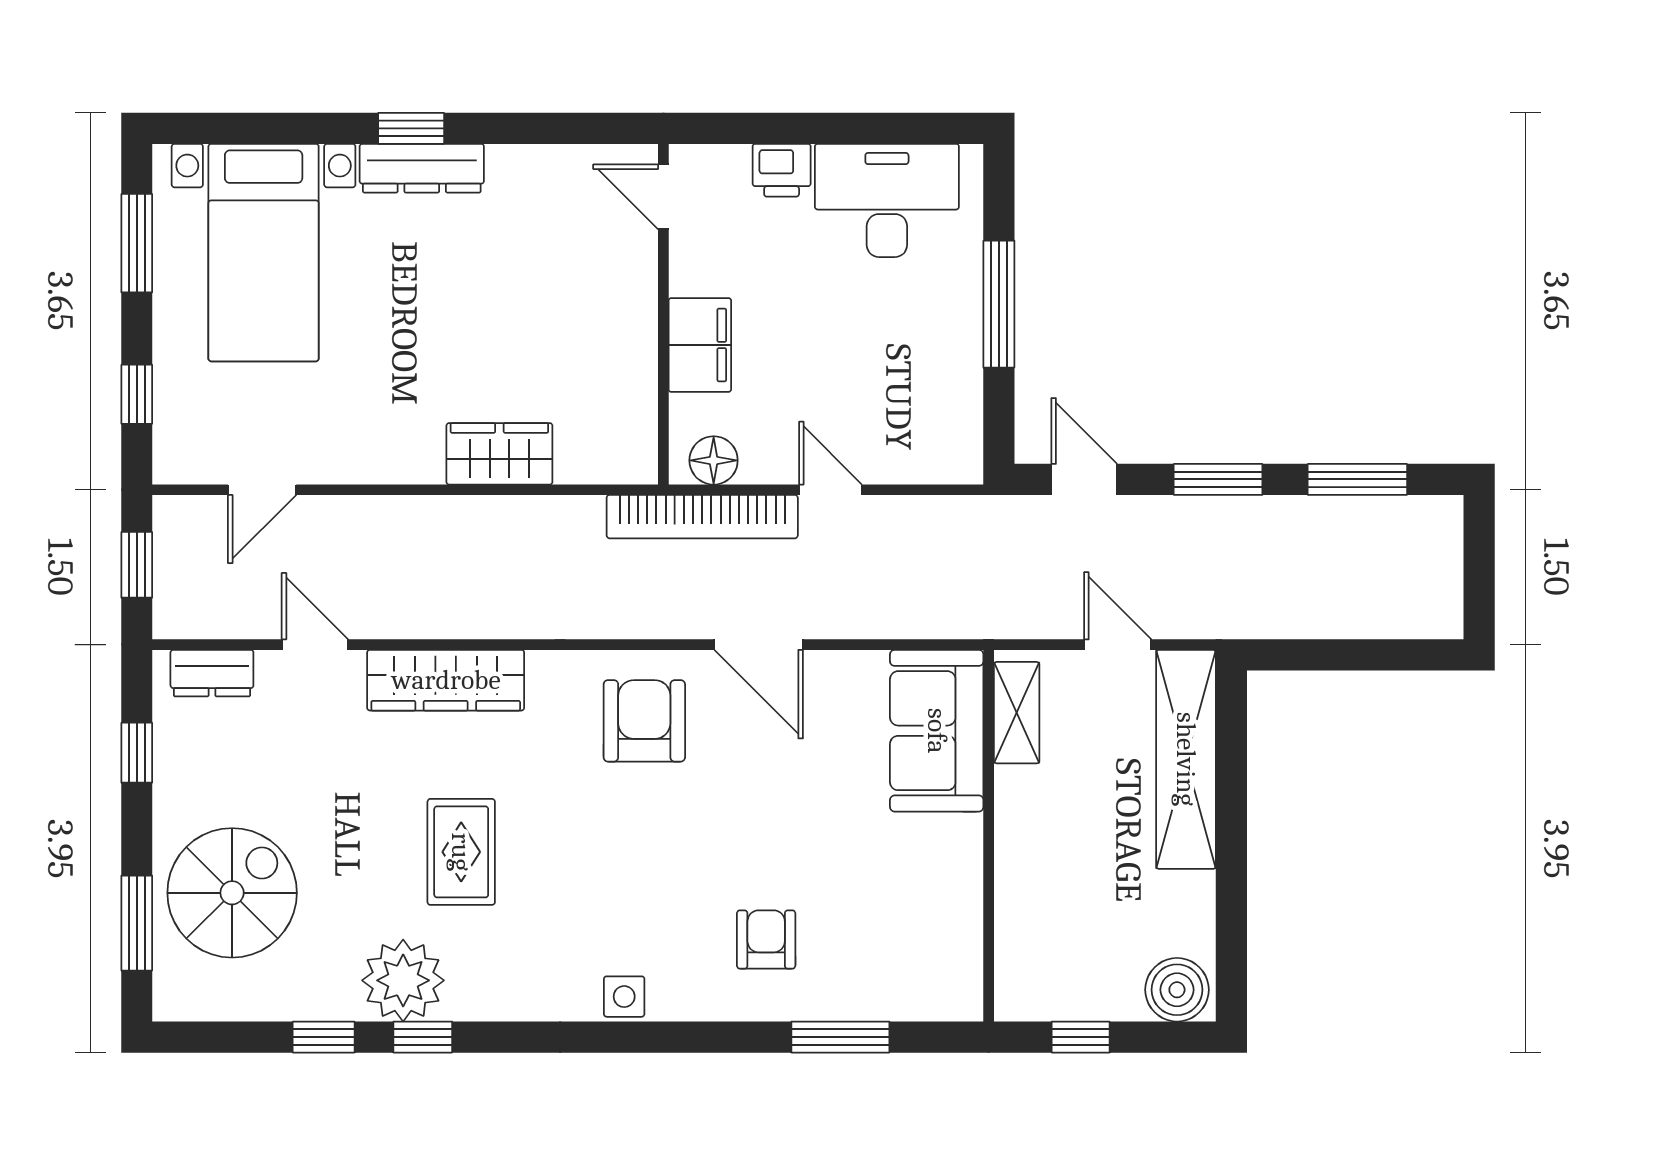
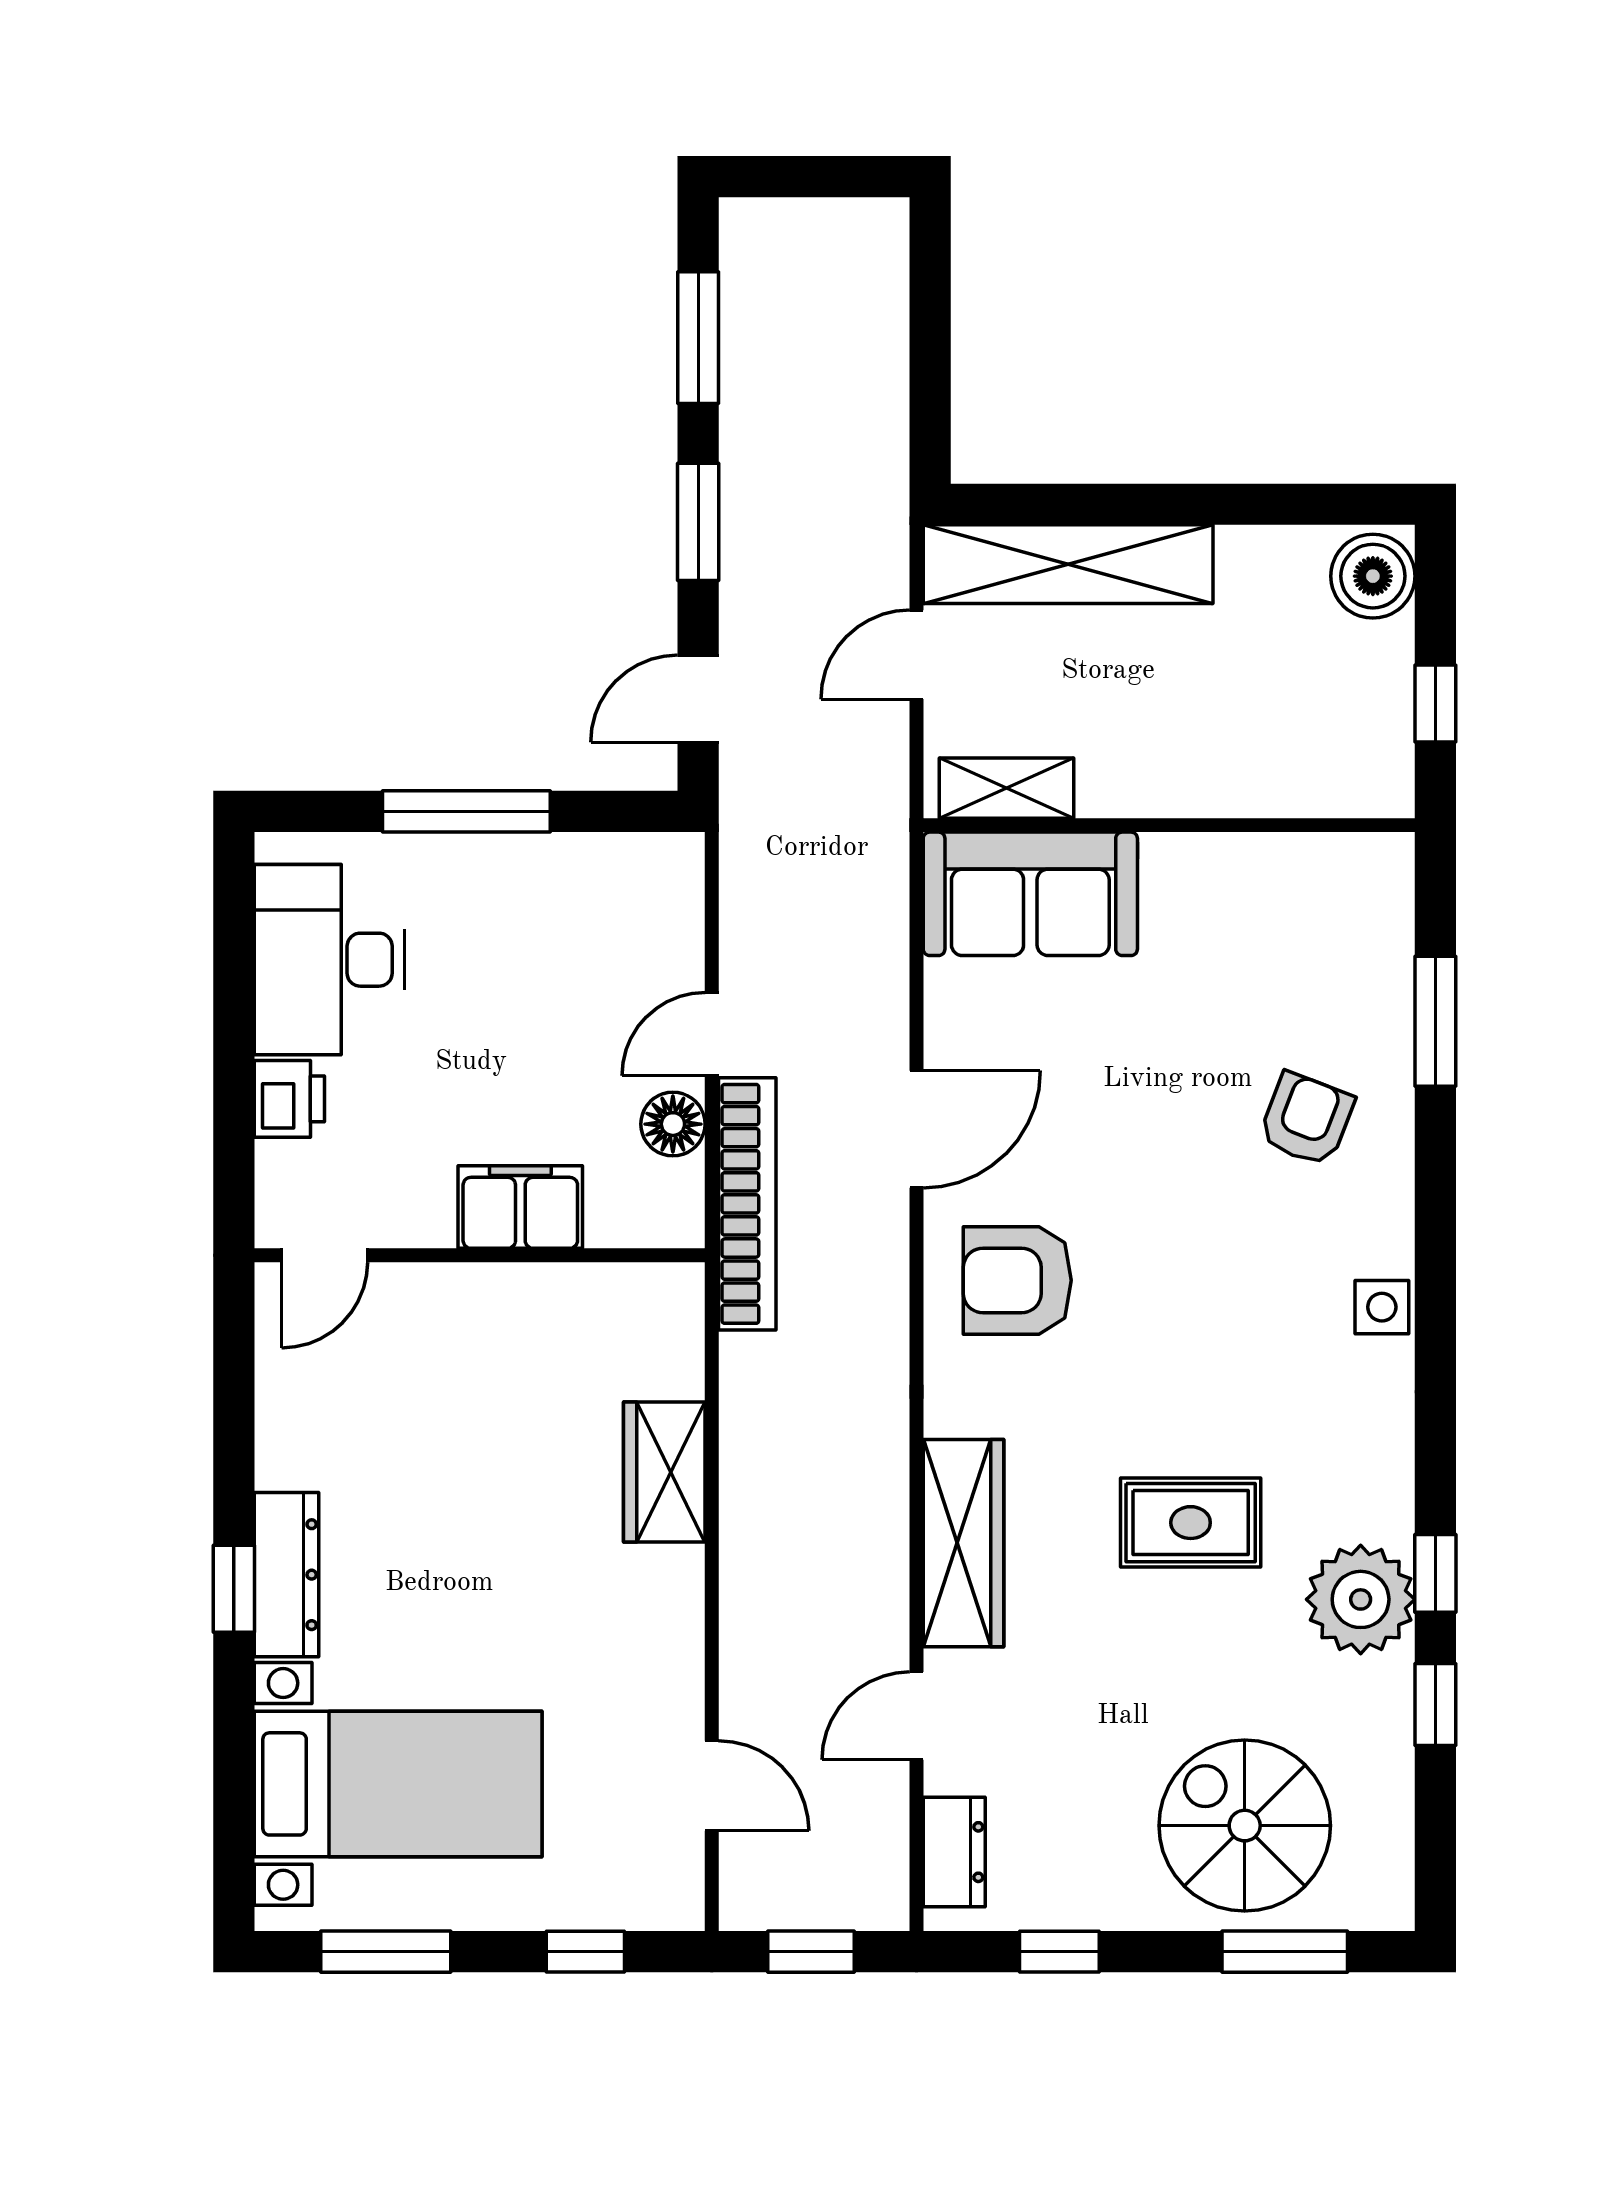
floor lamp: (714, 460) -> (673, 1124), moved
armchair: (766, 939) -> (1306, 1119), turned 111

